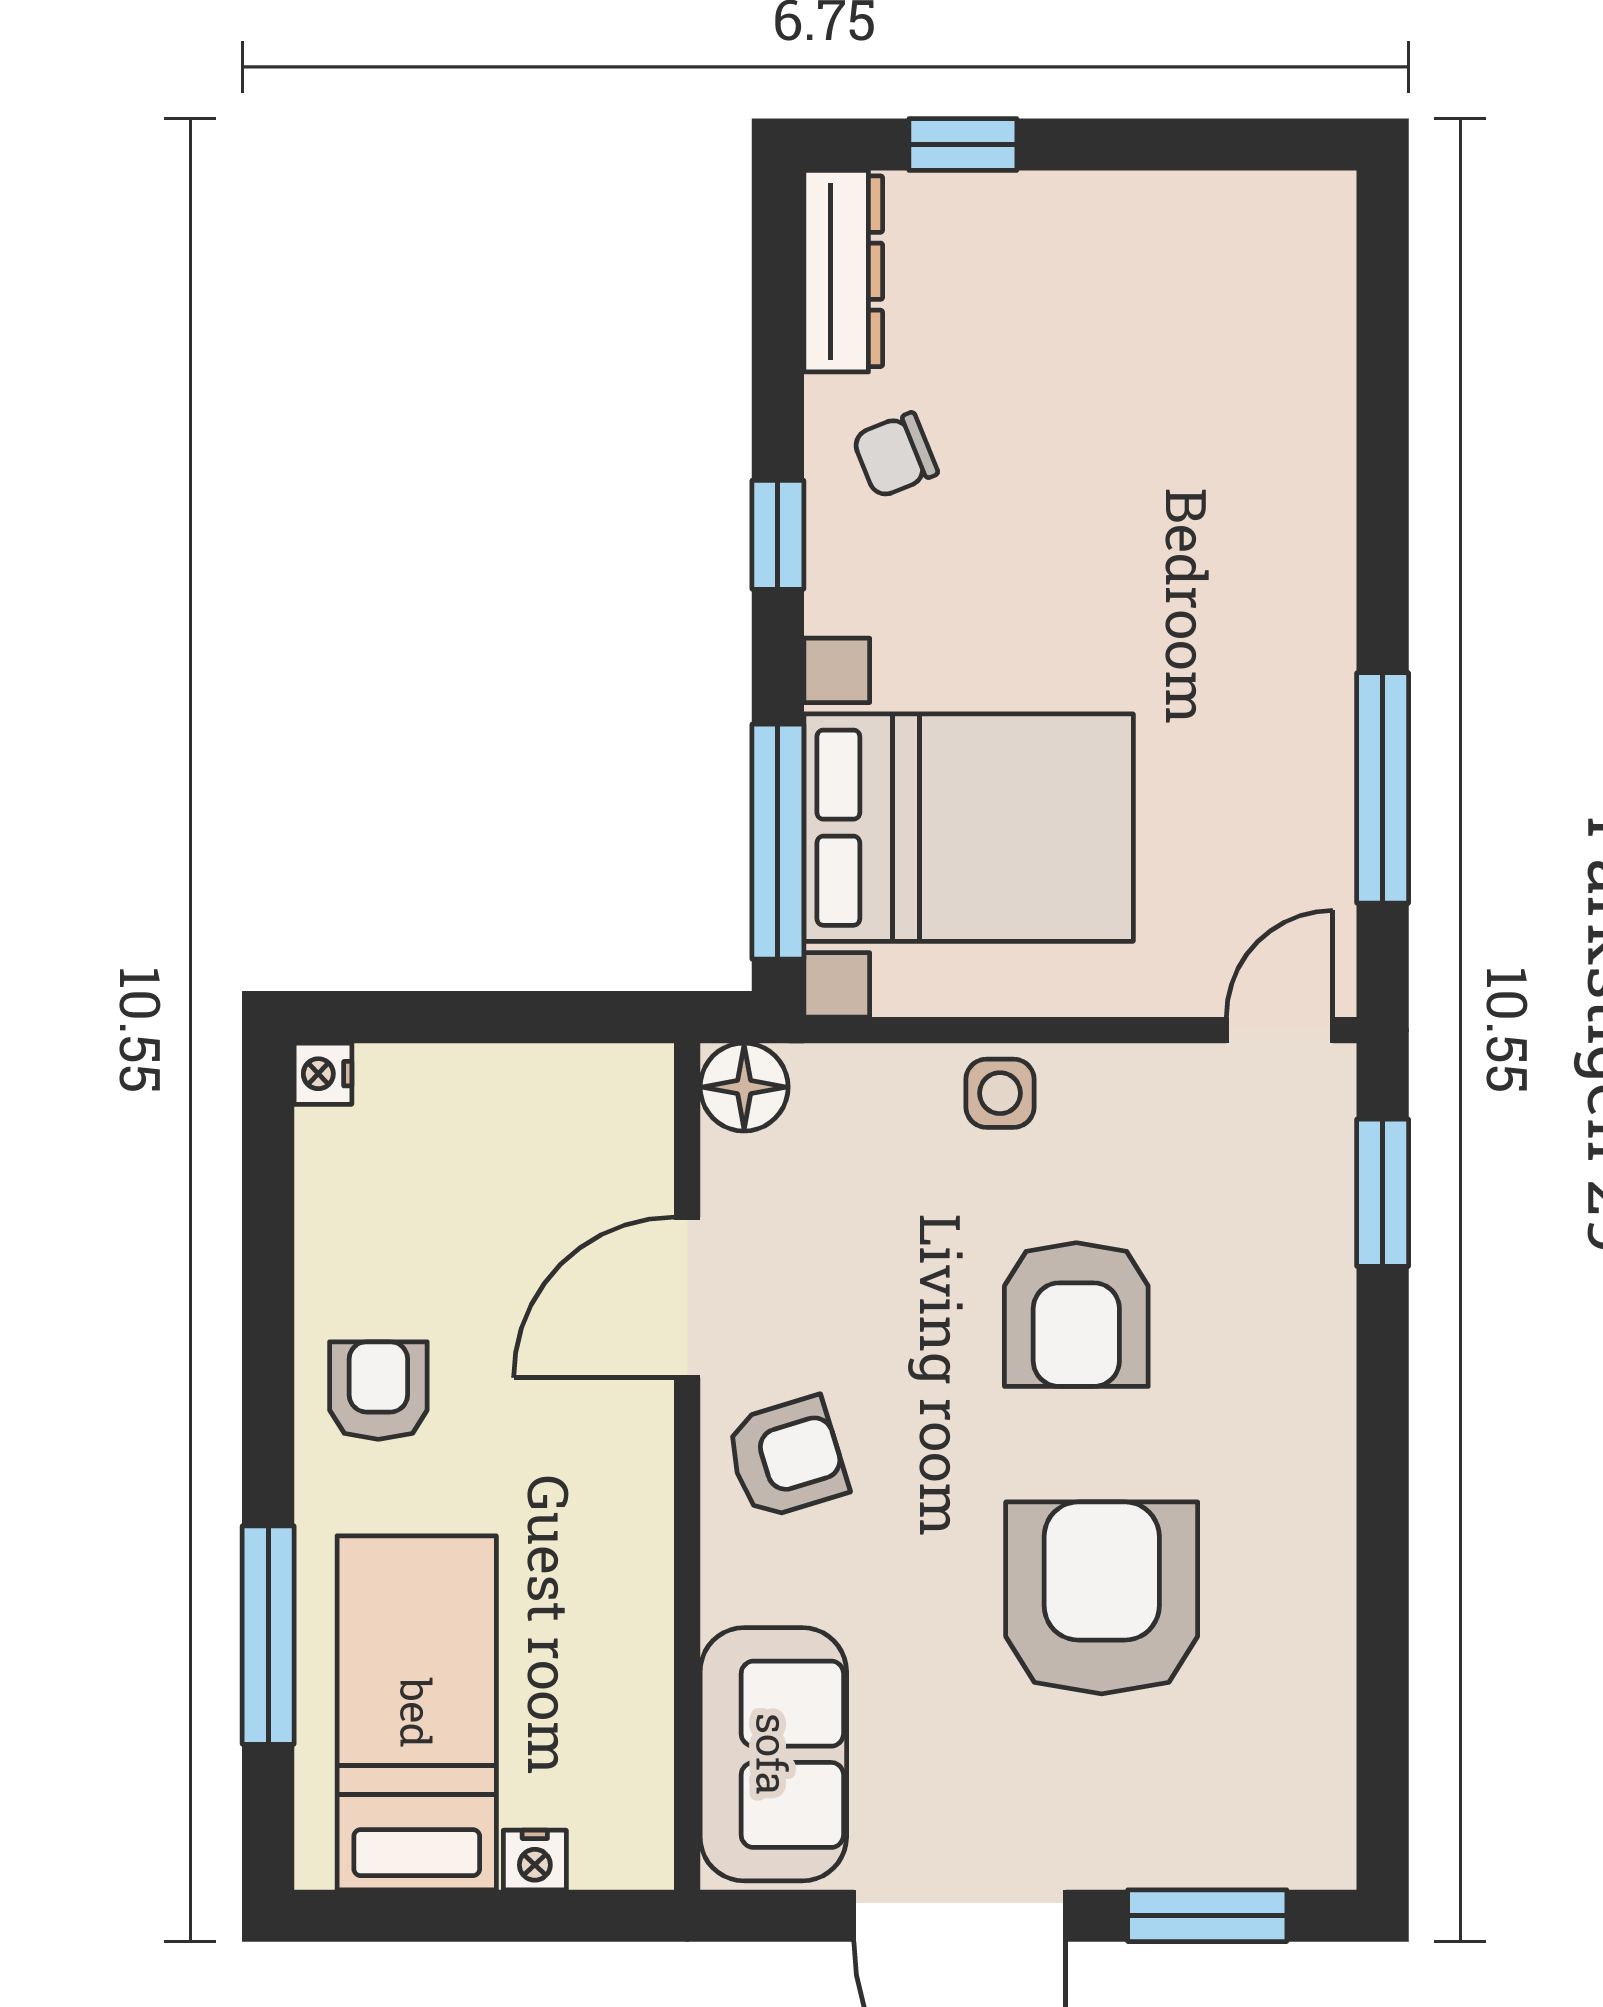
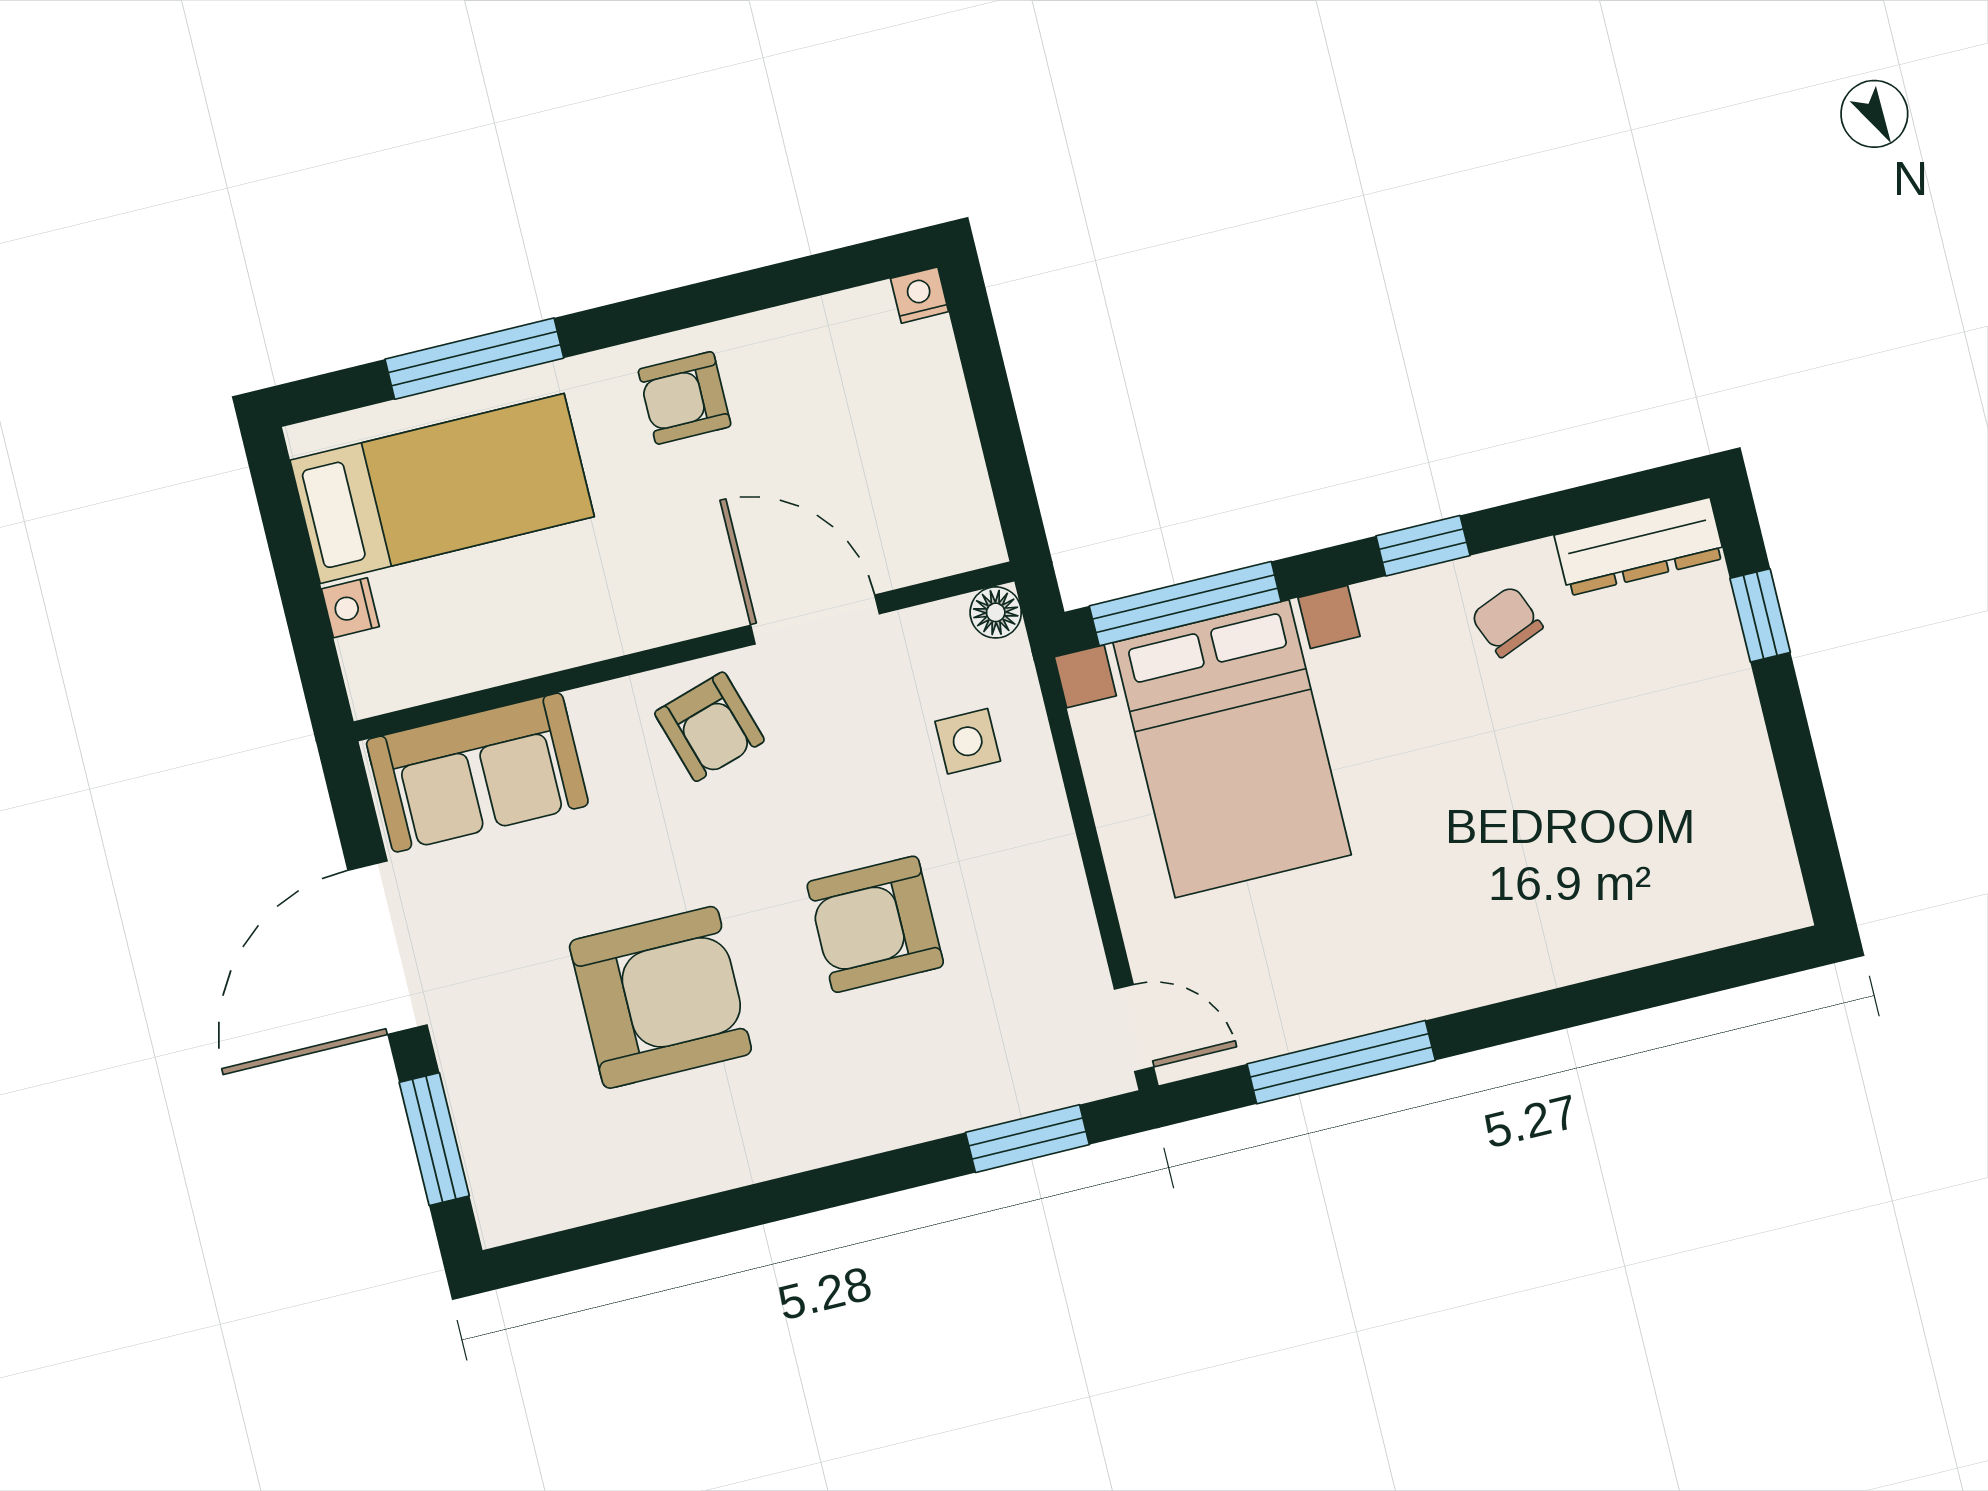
floor lamp: (744, 1087) -> (996, 612), width x0.73, depth x0.73
side table: (1000, 1093) -> (968, 741), moved
armchair: (378, 1391) -> (685, 398), turned 180

